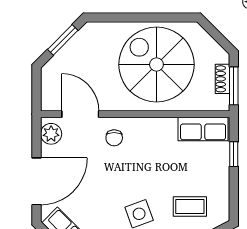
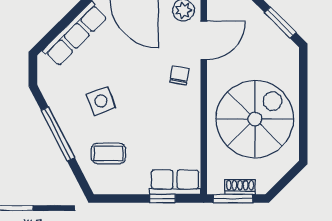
row of seats: (203, 129) -> (175, 182), moved, turned 90
chair: (114, 138) -> (179, 75), turned 100
coffee table: (190, 206) -> (108, 153), turned 90

